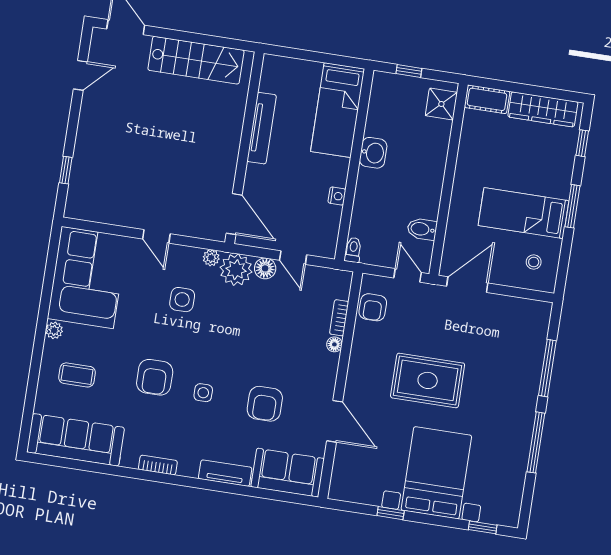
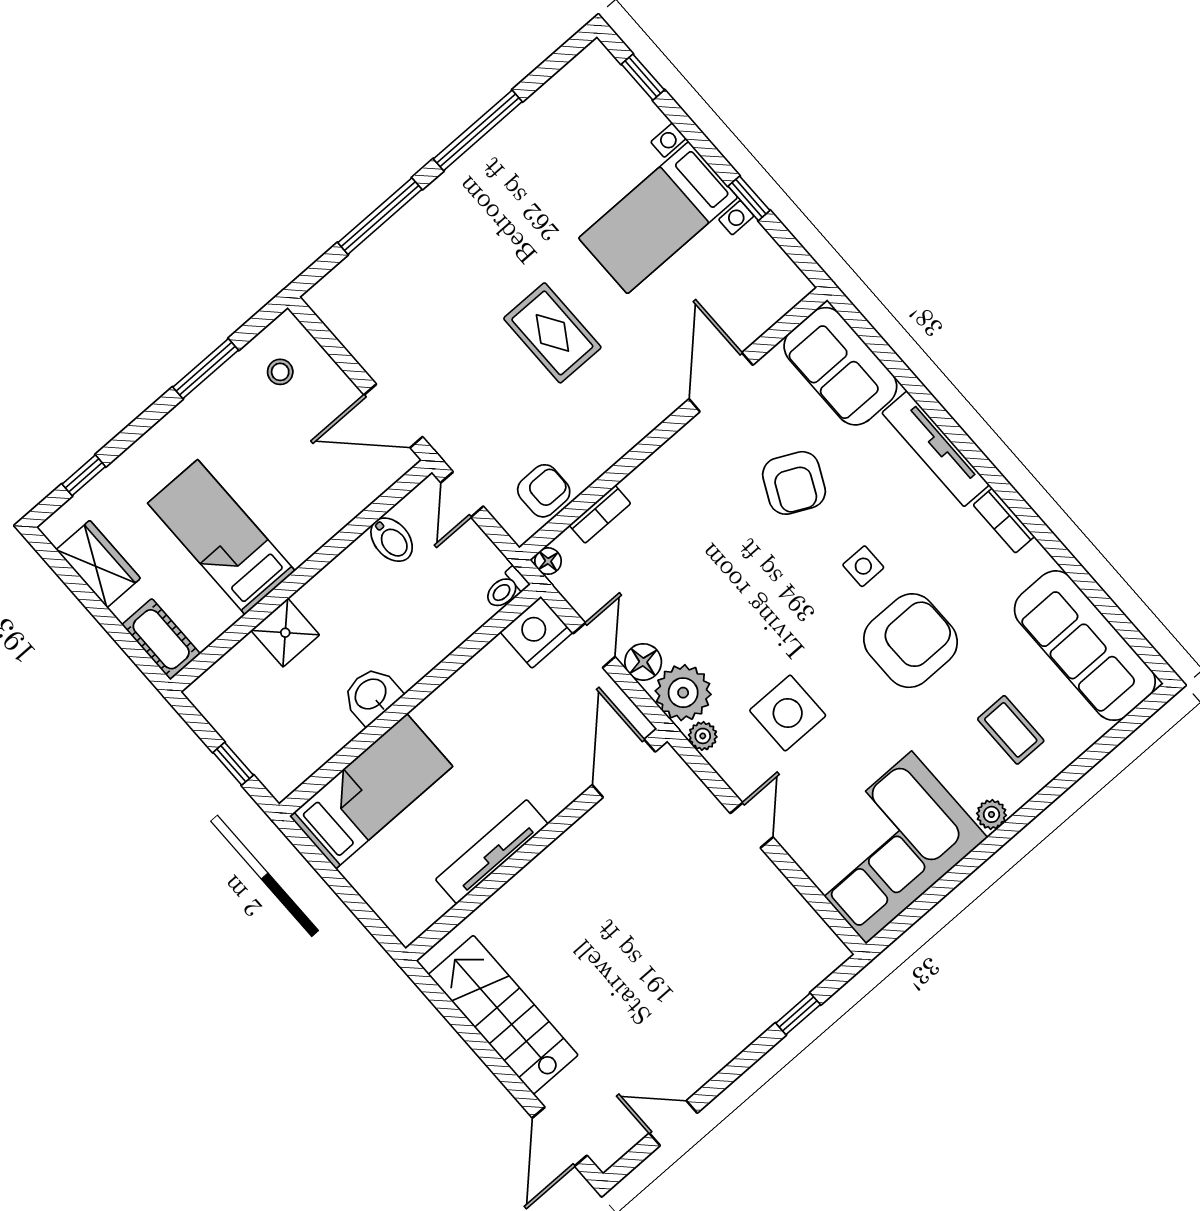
shower: (441, 104) -> (285, 633), moved
wardrobe: (543, 109) -> (98, 564), width x0.67
nightstand: (337, 196) -> (536, 632), moved, width x1.89, depth x1.79
window: (572, 206) -> (206, 369), moved
bed: (524, 213) -> (221, 537), moved, turned 180
side table: (182, 300) -> (788, 713), width x1.37, depth x1.37
floor lamp: (334, 344) -> (548, 561), moved
armchair: (155, 377) -> (911, 641), width x1.36, depth x1.36
rug: (428, 380) -> (552, 333), width x0.73, depth x0.70
armchair: (265, 404) -> (794, 483), turned 116
tv unit: (225, 473) -> (936, 449), width x1.41
bed with nightstands: (436, 473) -> (658, 218), width x0.73

